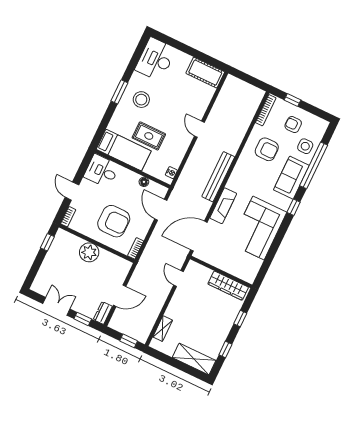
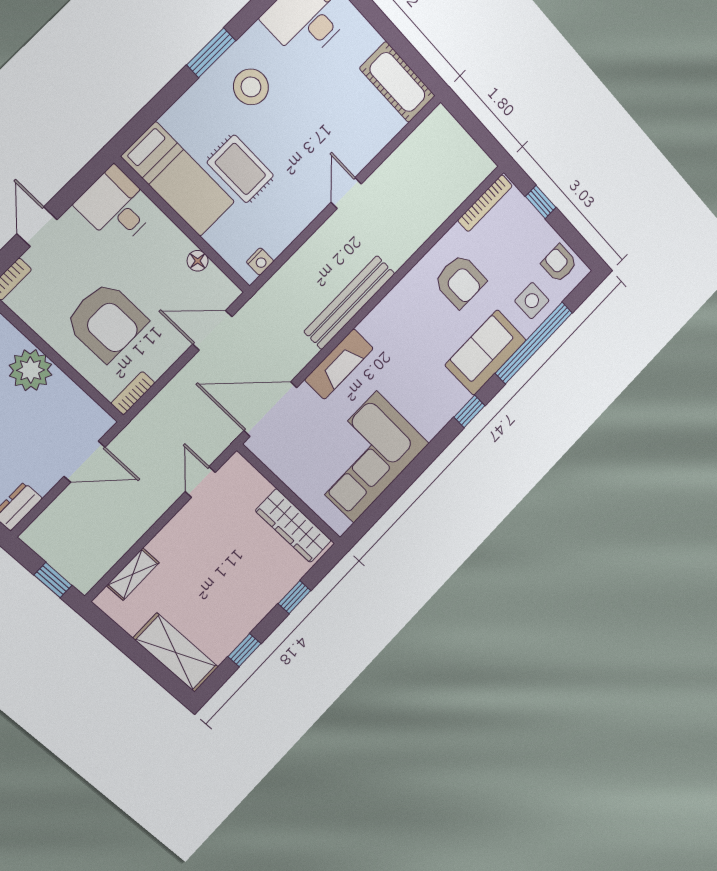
armchair: (293, 125) -> (559, 263), moved
door: (161, 210) -> (212, 330), hinge flipped
corner sofa: (258, 228) -> (365, 457), moved
door: (120, 296) -> (84, 462), moved

